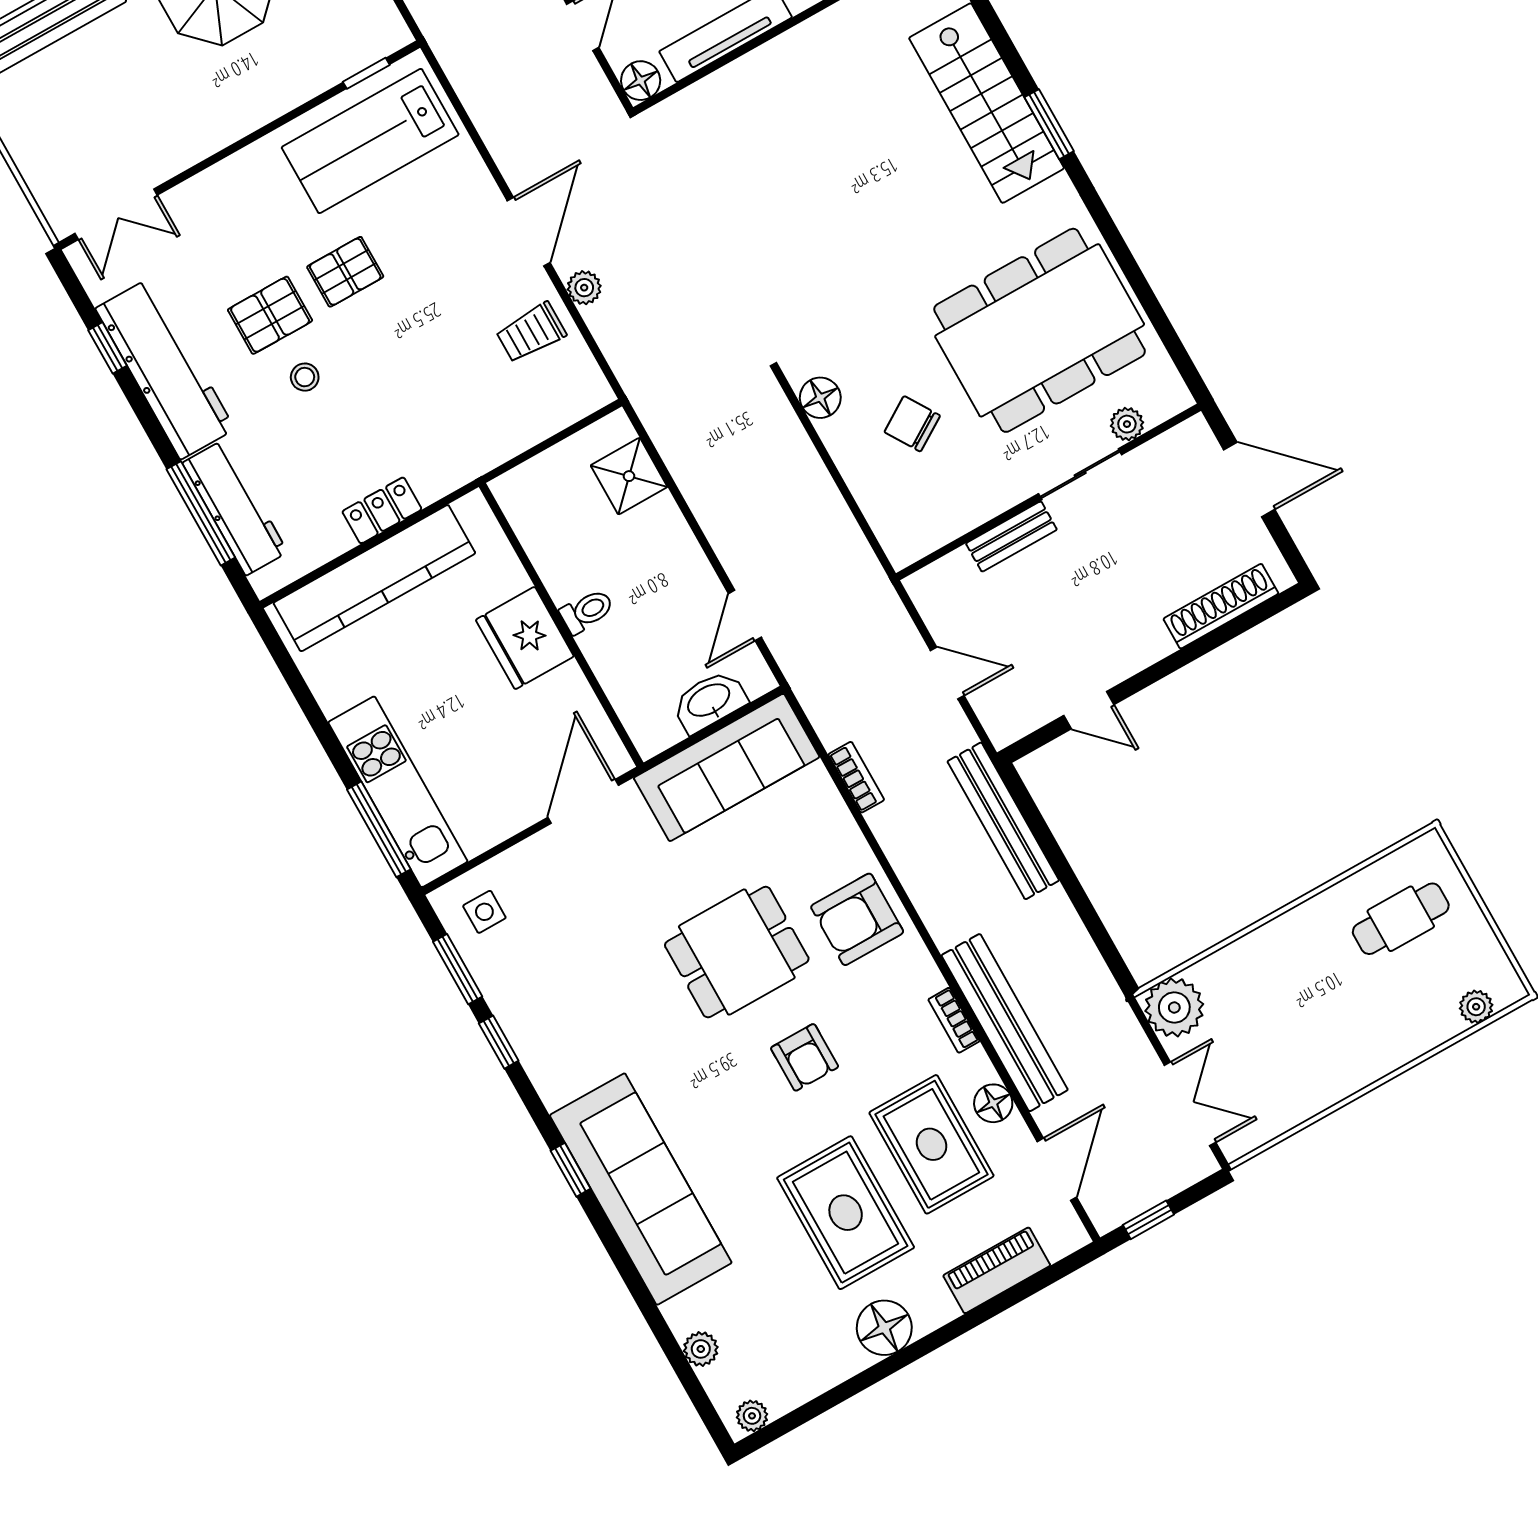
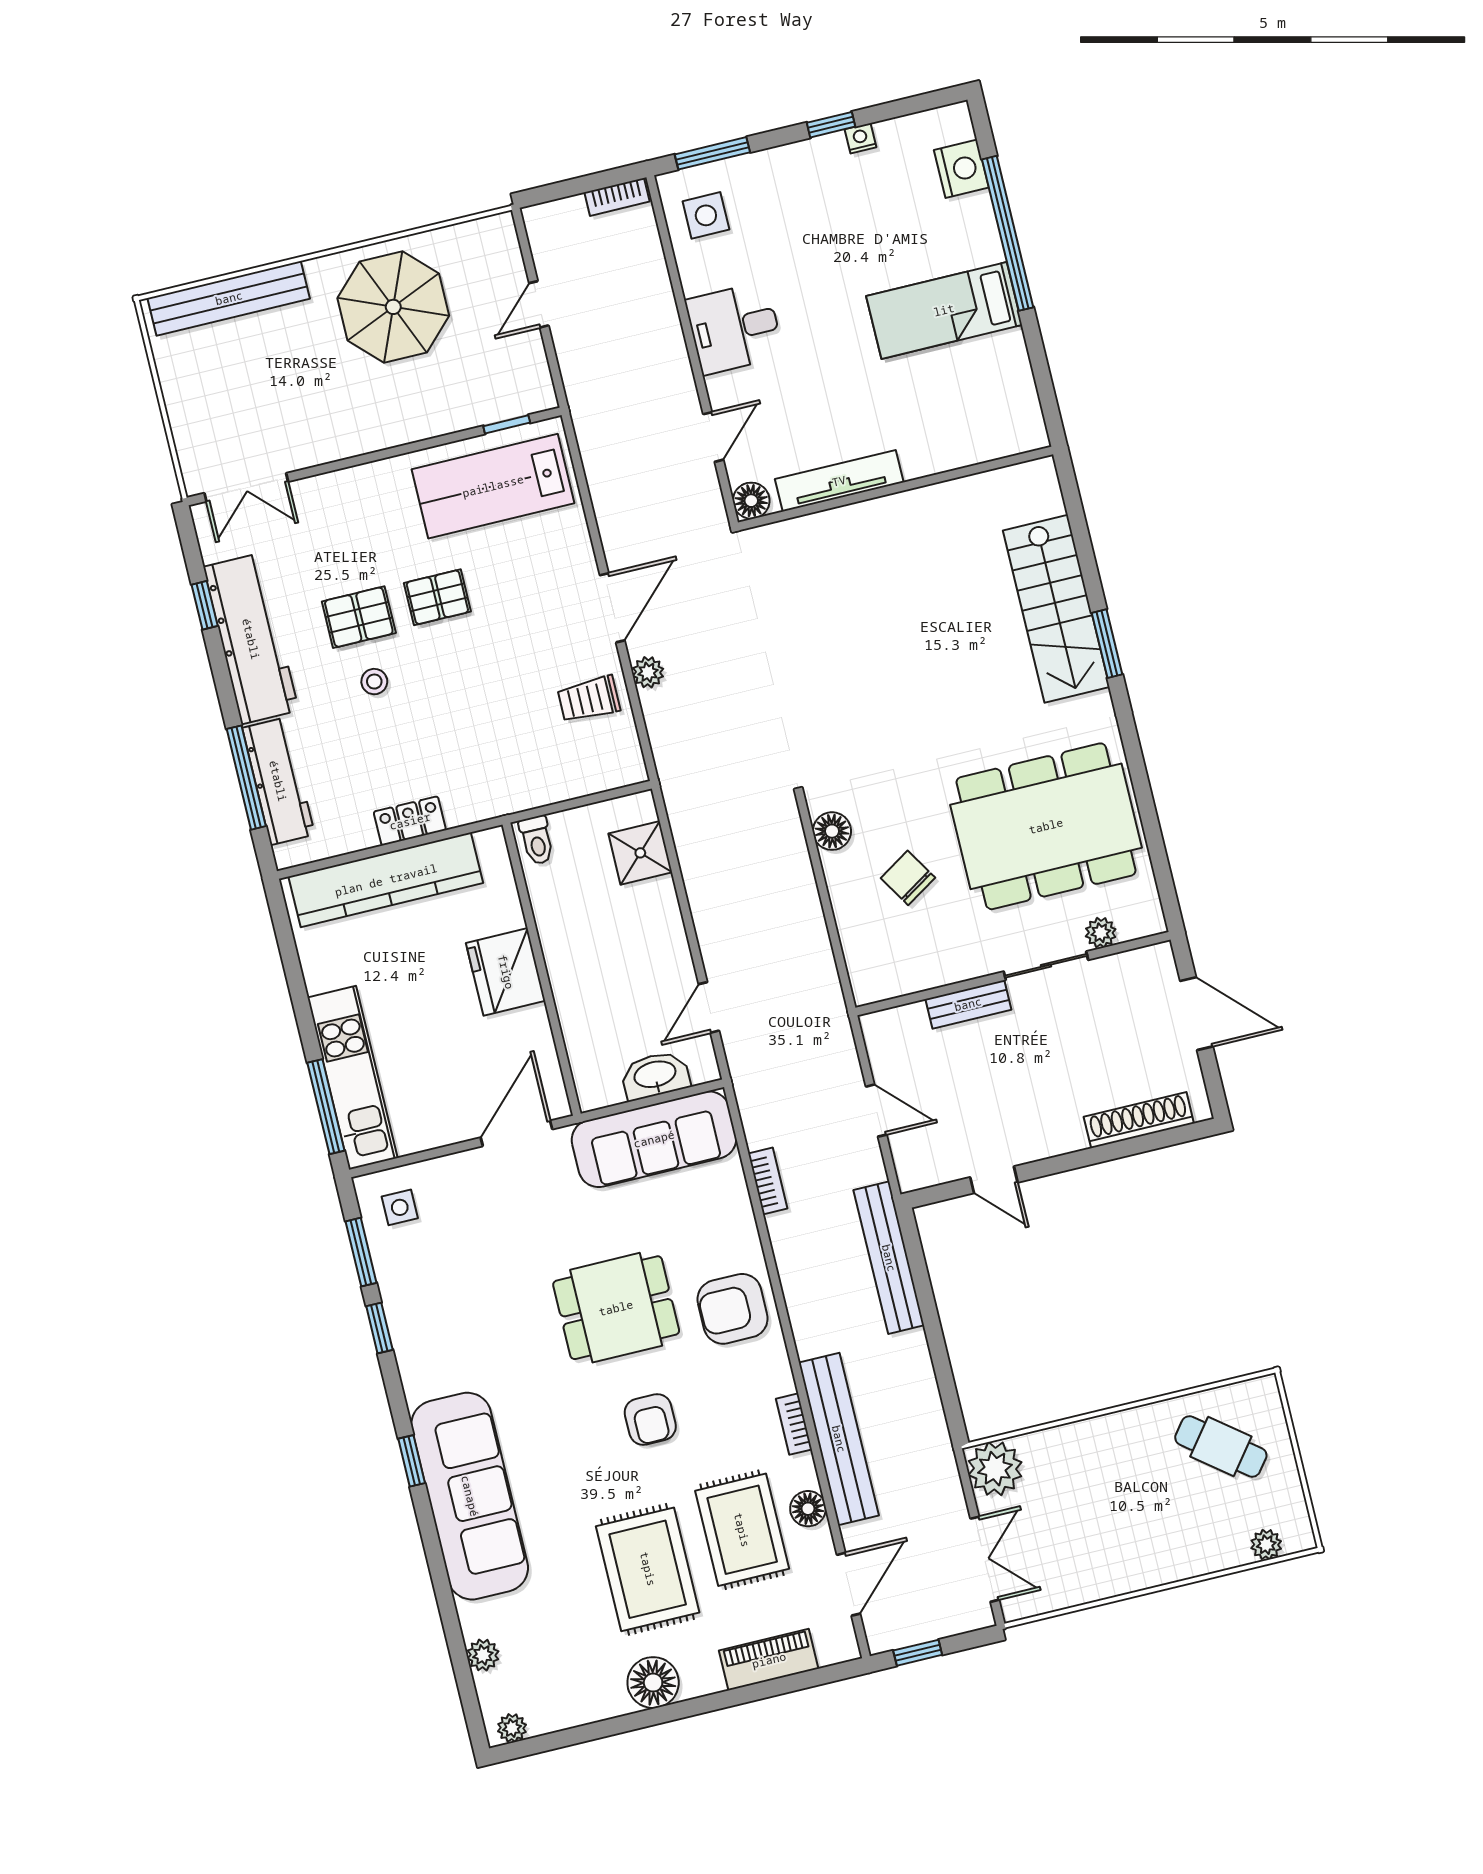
toilet: (587, 611) -> (537, 840), moved, turned 90
cafe table: (1401, 919) -> (1221, 1446), turned 38

